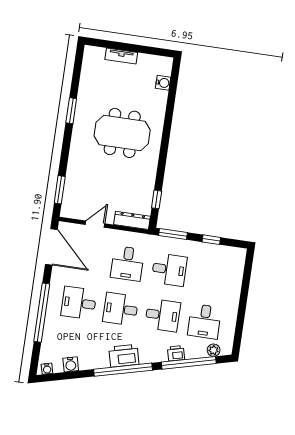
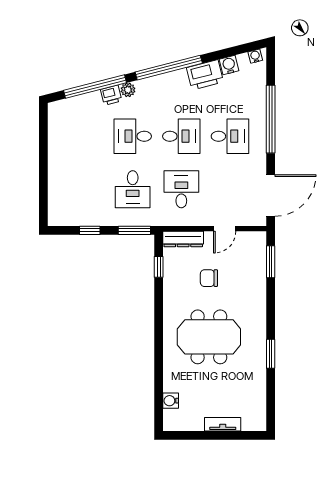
chair: (115, 184) -> (209, 278), added
door: (51, 247) -> (271, 195), swing flipped
desk: (169, 270) -> (133, 189), turned -90
desk: (204, 321) -> (84, 136), removed
plant: (214, 350) -> (128, 90), moved
printer: (124, 356) -> (205, 75), moved

